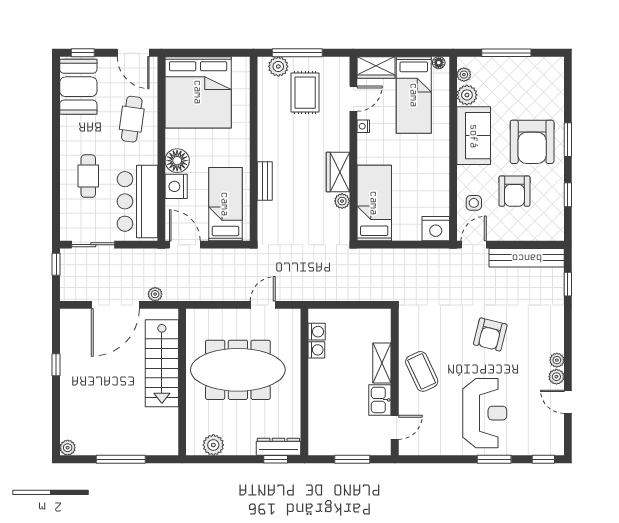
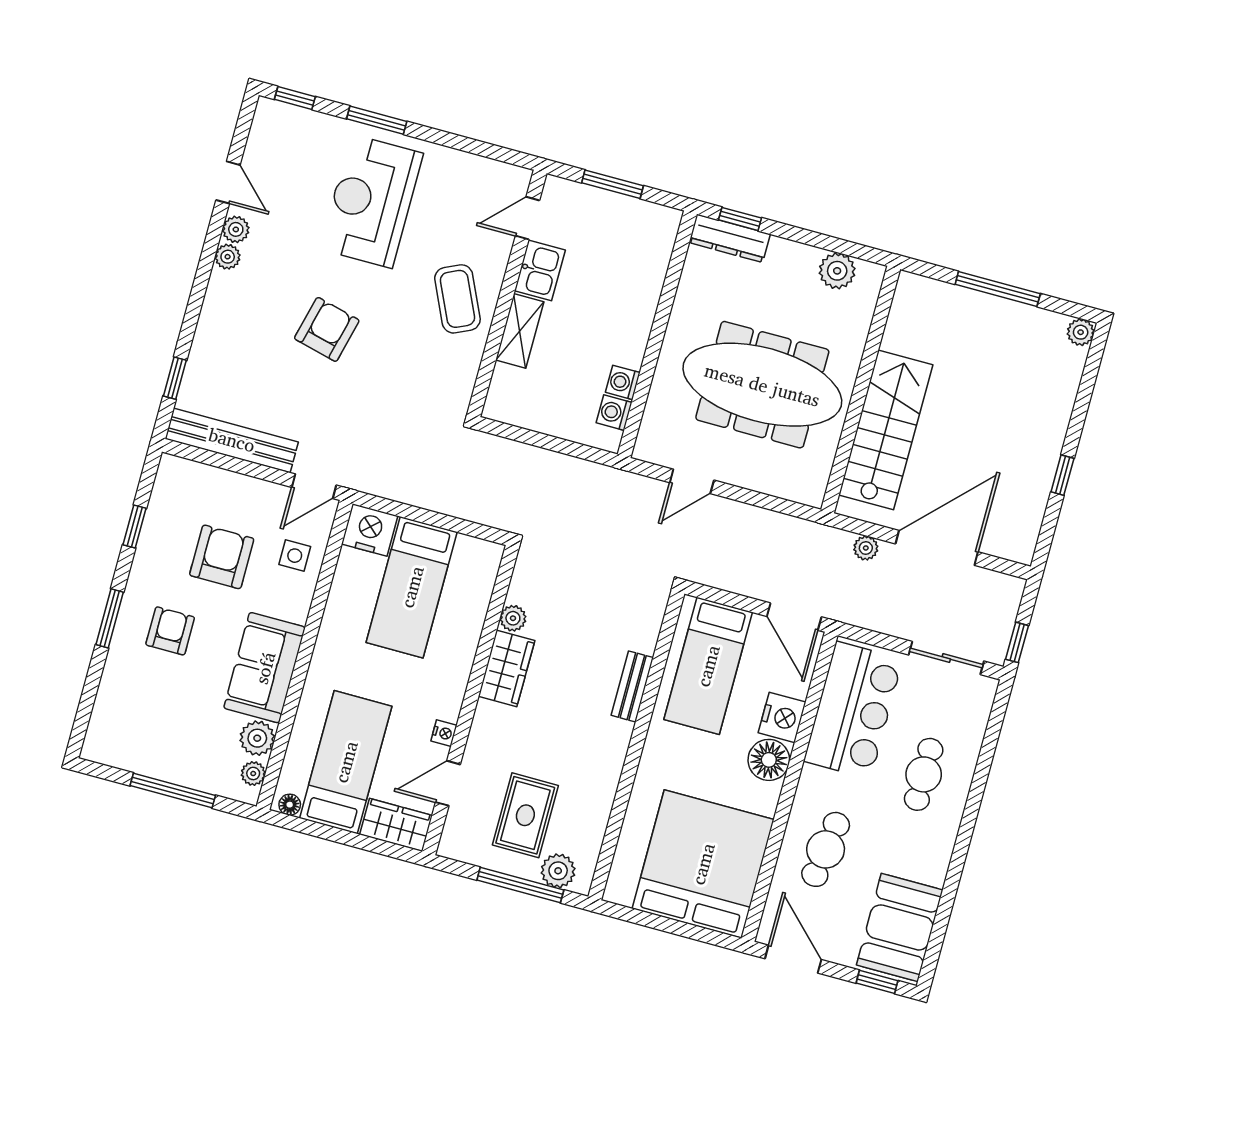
armchair: (532, 142) -> (170, 631), width x0.53, depth x0.53
bed: (374, 203) -> (412, 587), moved

